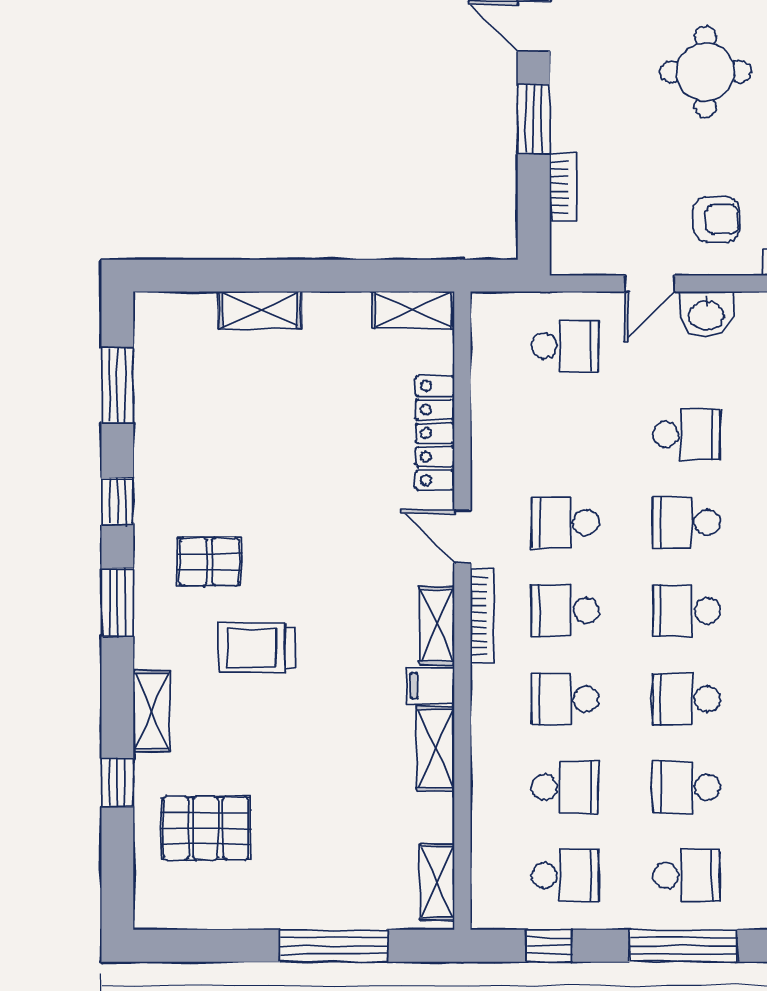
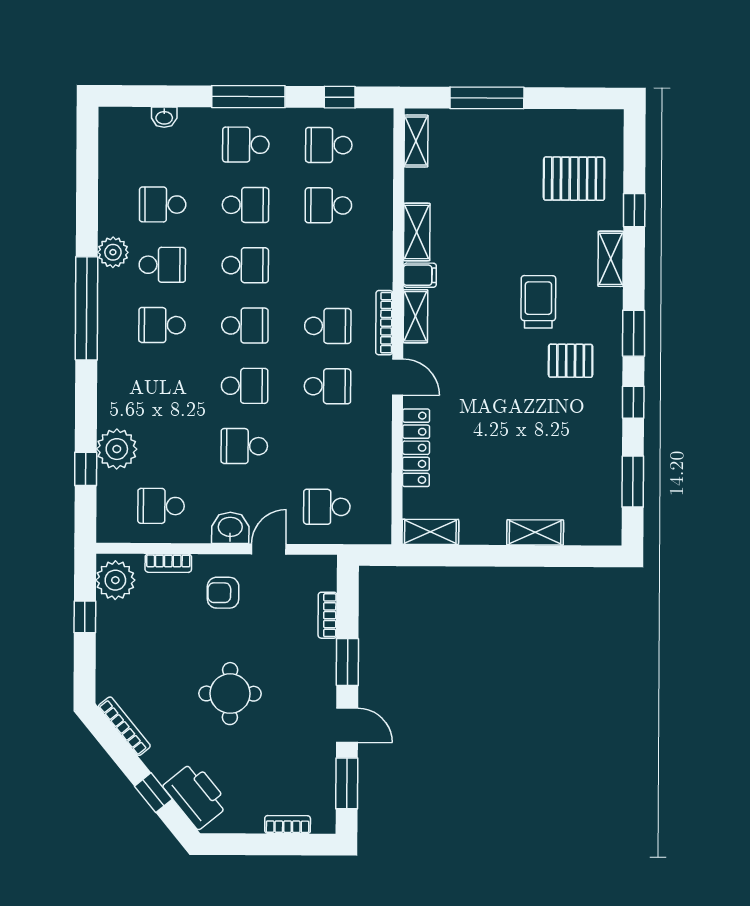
trolley: (257, 648) -> (538, 302), turned -90
school desk: (565, 699) -> (328, 266), removed

